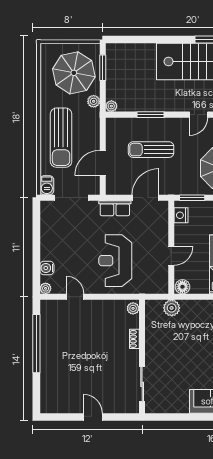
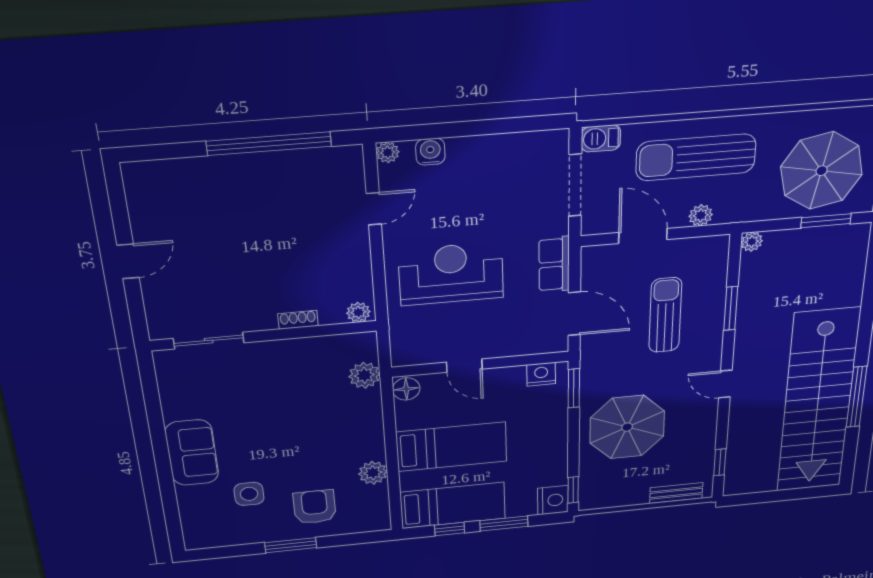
plant: (94, 101) -> (701, 215), moved

